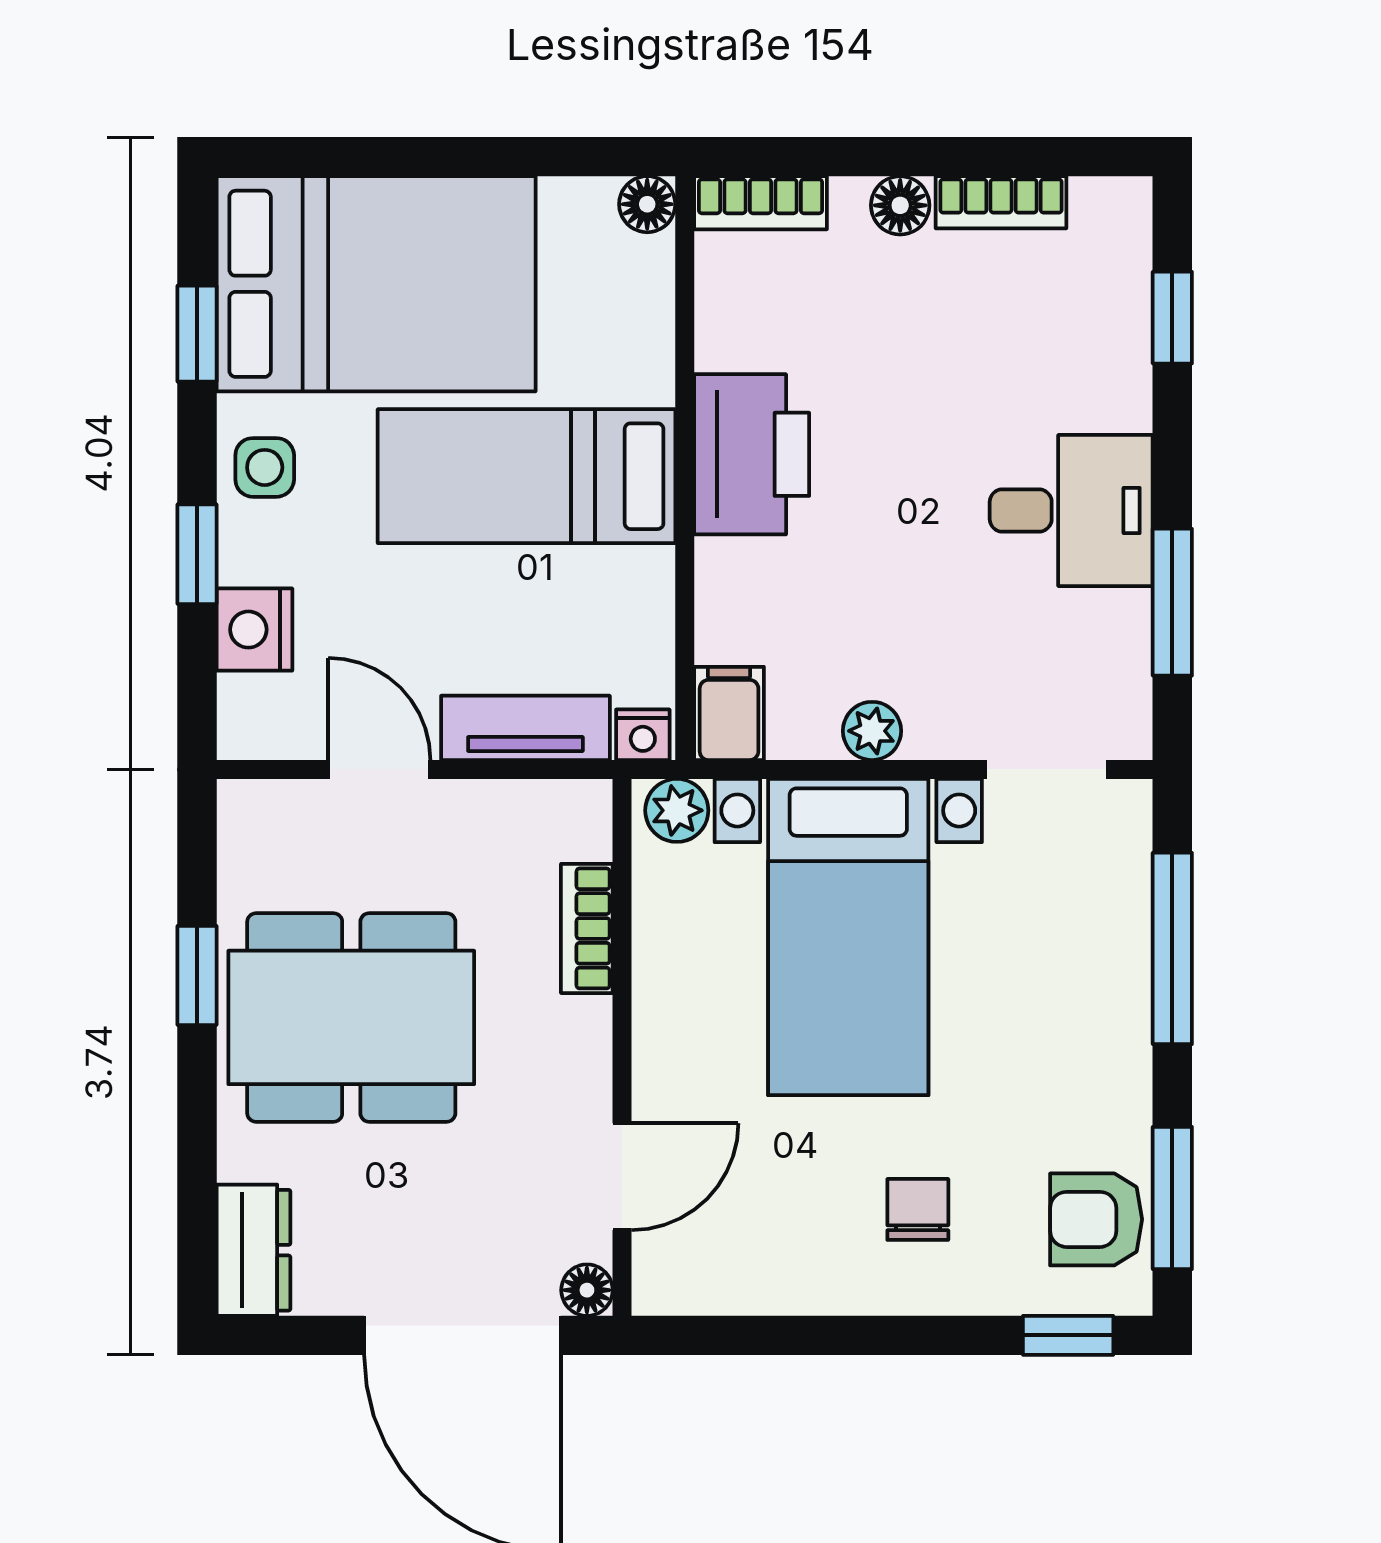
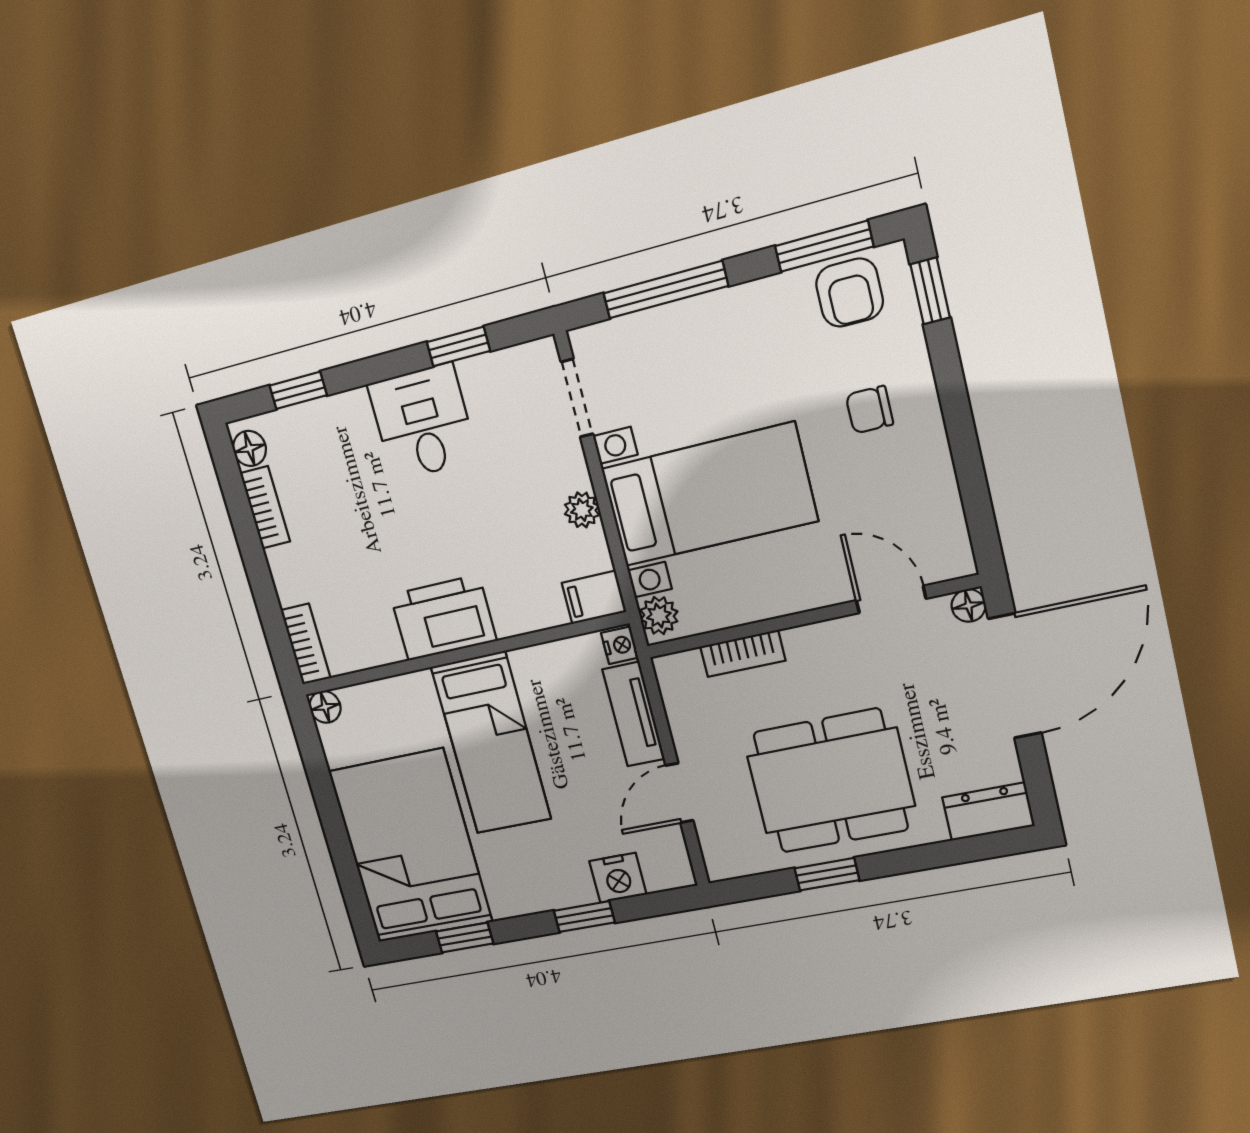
floor lamp: (900, 205) -> (250, 448), moved
side table: (265, 467) -> (526, 888), removed
window: (1172, 602) -> (458, 347), width x0.67
dining table: (351, 1017) -> (831, 781), turned 90

